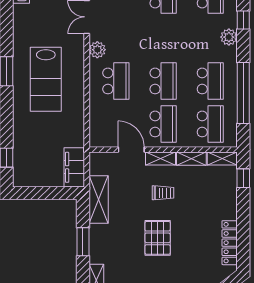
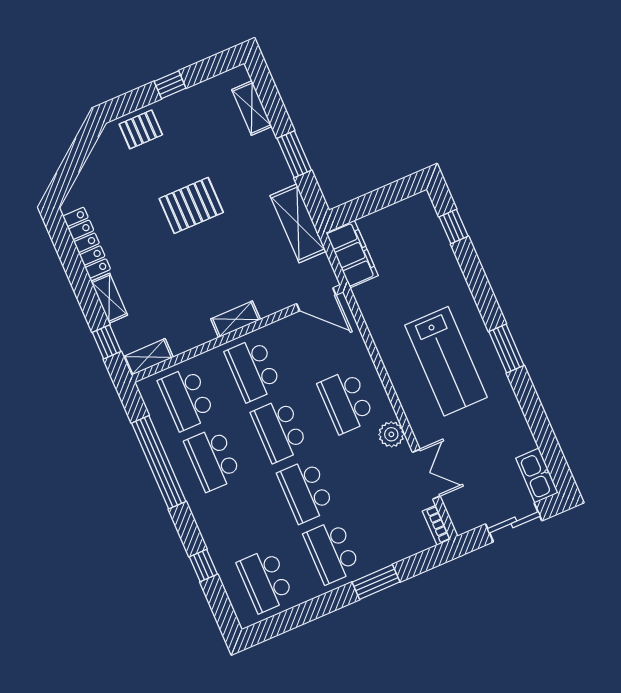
plant: (229, 37) -> (213, 533), removed
school desk: (163, 38) -> (306, 491), added
lab bench: (46, 79) -> (446, 361), turned 180
door: (131, 150) -> (316, 299), moved
shelving: (191, 159) -> (109, 298), moved, turned 90
trolley: (163, 193) -> (211, 273), removed
pallet: (158, 238) -> (191, 205), turned 90

